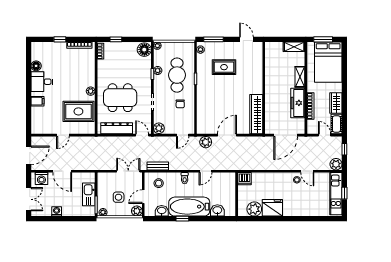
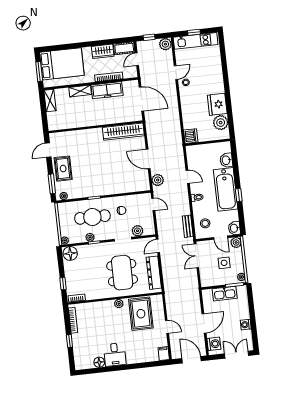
rug: (224, 67) -> (63, 169), moved
filing cabinet: (37, 101) -> (164, 354), moved
plant: (159, 128) -> (137, 231), moved
washbasin: (162, 211) -> (234, 228), moved

